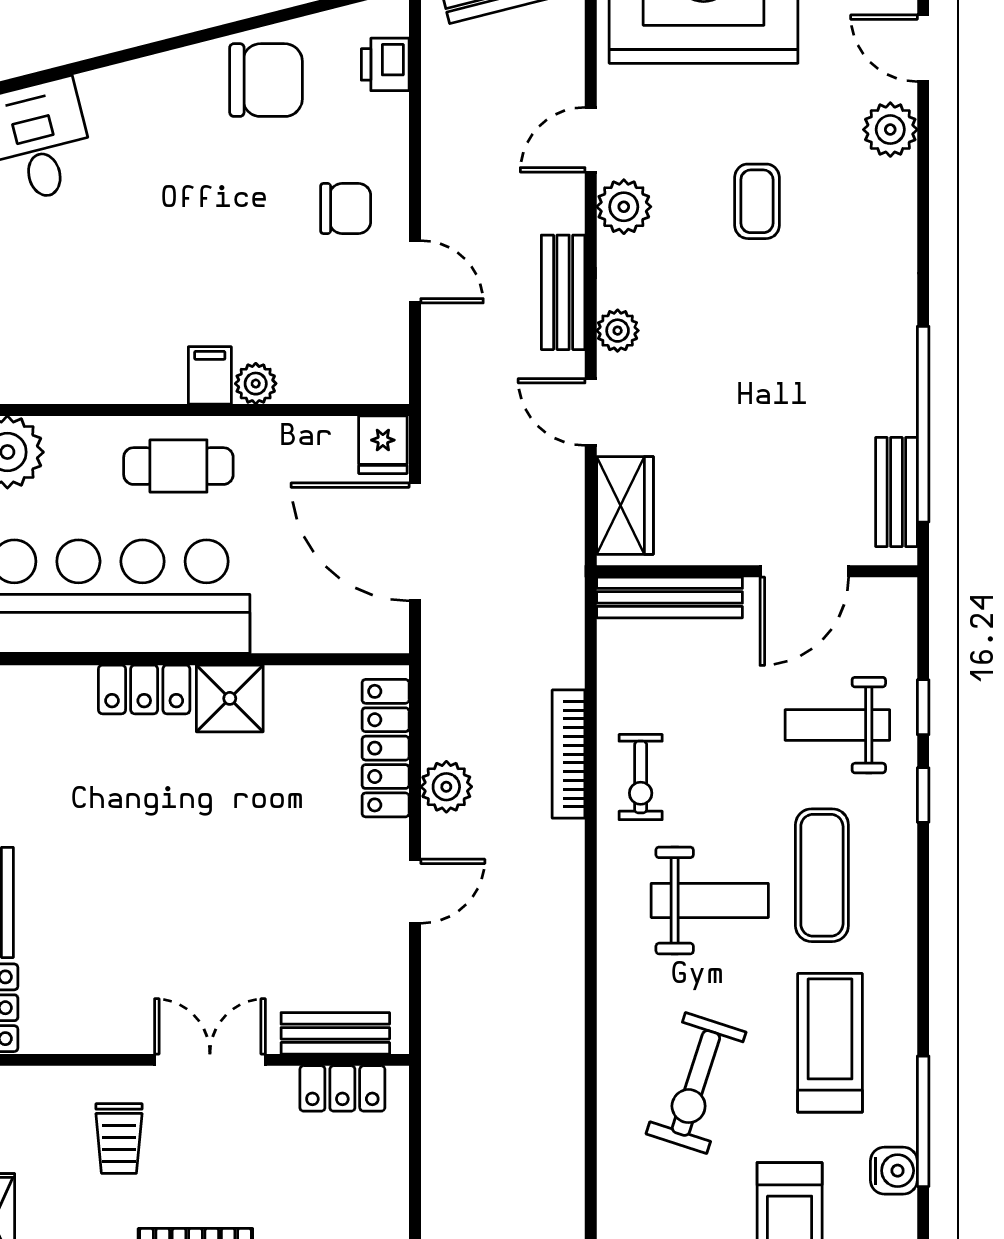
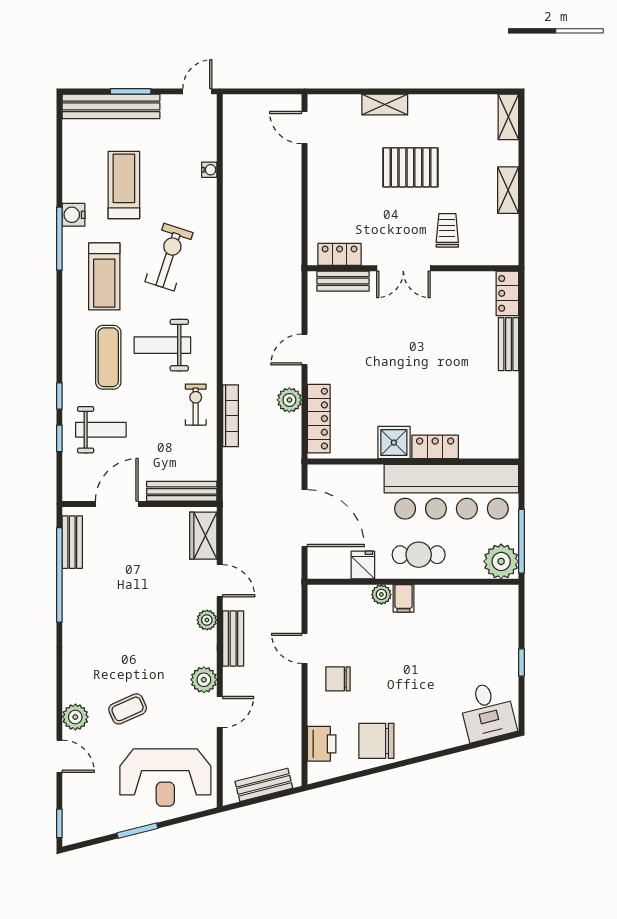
printer: (385, 64) -> (322, 744), width x1.36, depth x1.24
coffee table: (757, 201) -> (128, 709), moved, turned 66
fridge: (383, 445) -> (363, 565), moved

